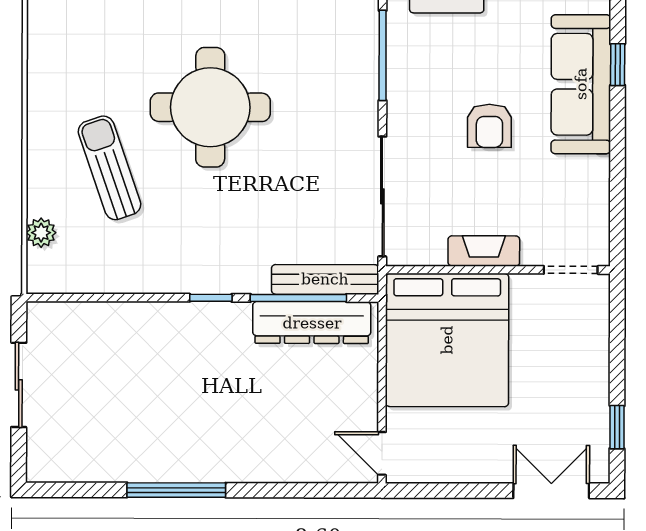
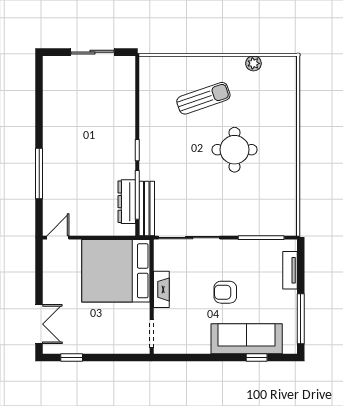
round table: (210, 107) -> (234, 150), width x0.73, depth x0.73
plant: (41, 233) -> (253, 63), moved
dresser: (312, 323) -> (127, 202), width x0.73, depth x0.80
window: (176, 490) -> (39, 174), moved

